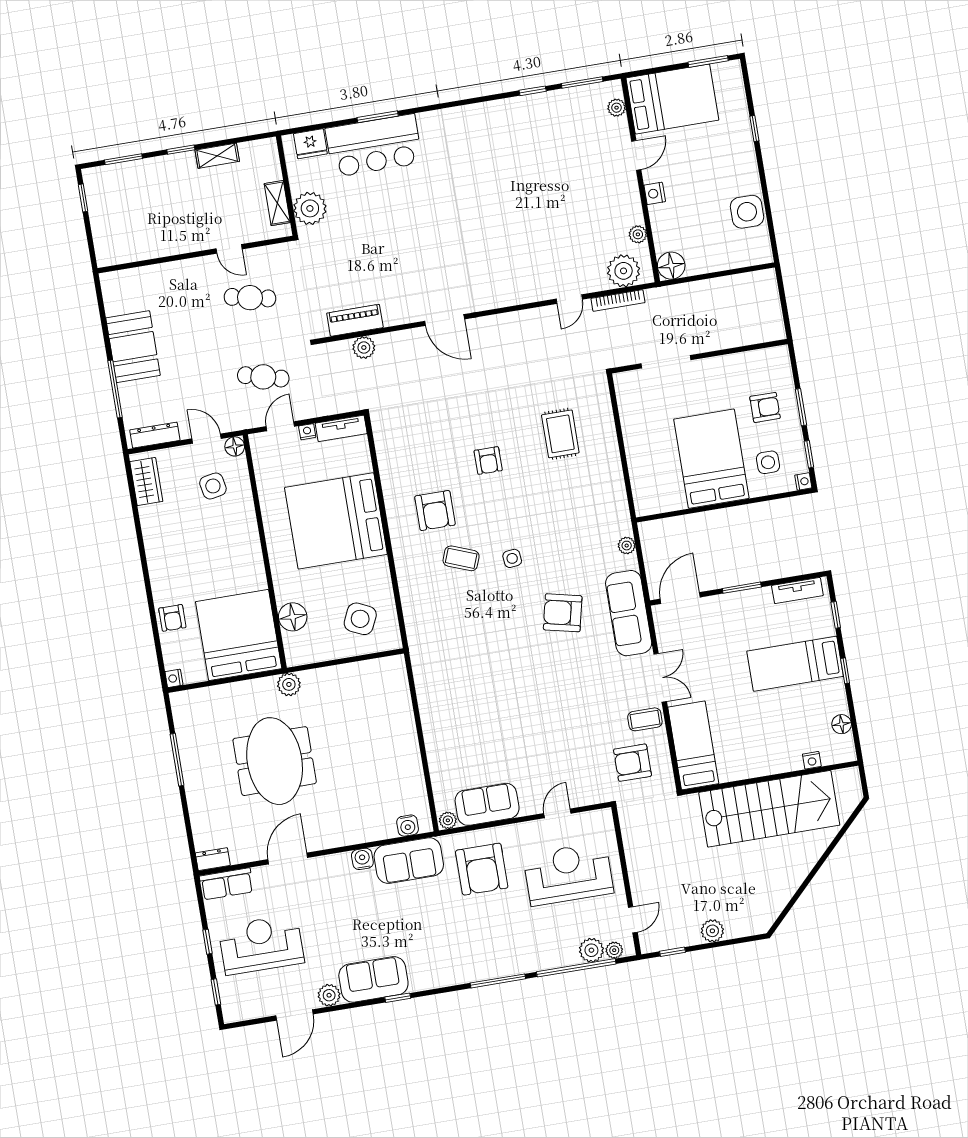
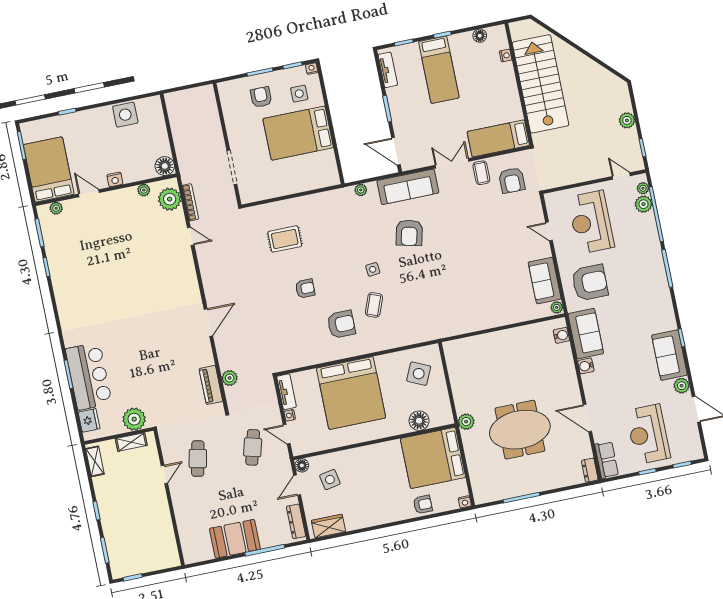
shelving: (217, 156) -> (95, 461), moved

